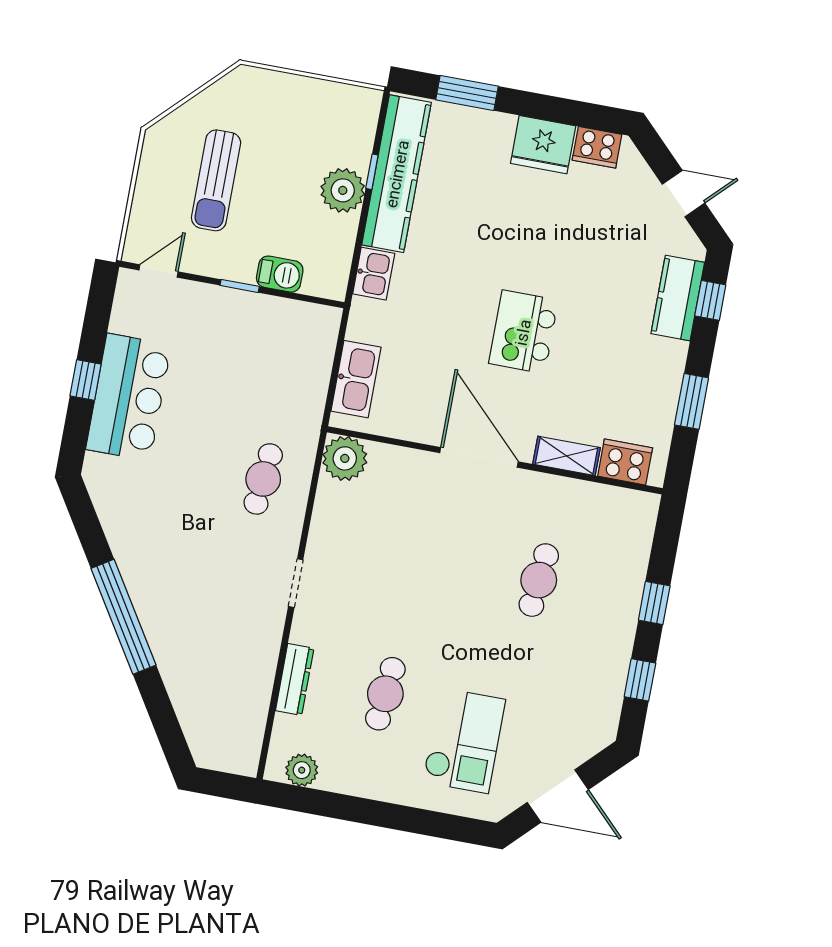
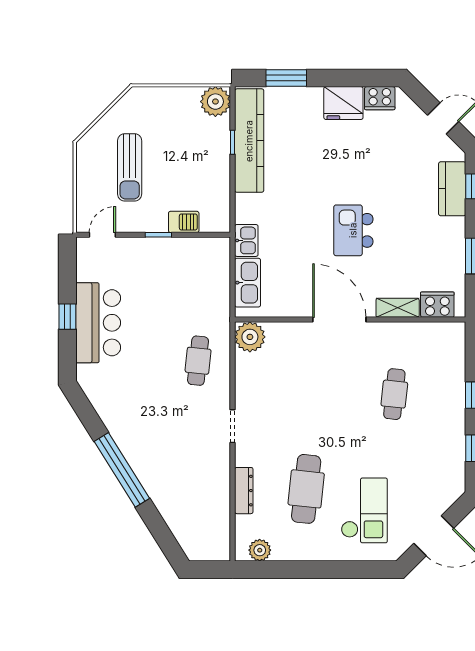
plant: (343, 190) -> (215, 102), moved
kitchen sink: (374, 274) -> (246, 240), moved
cafe table: (385, 694) -> (306, 489), width x1.37, depth x1.35

